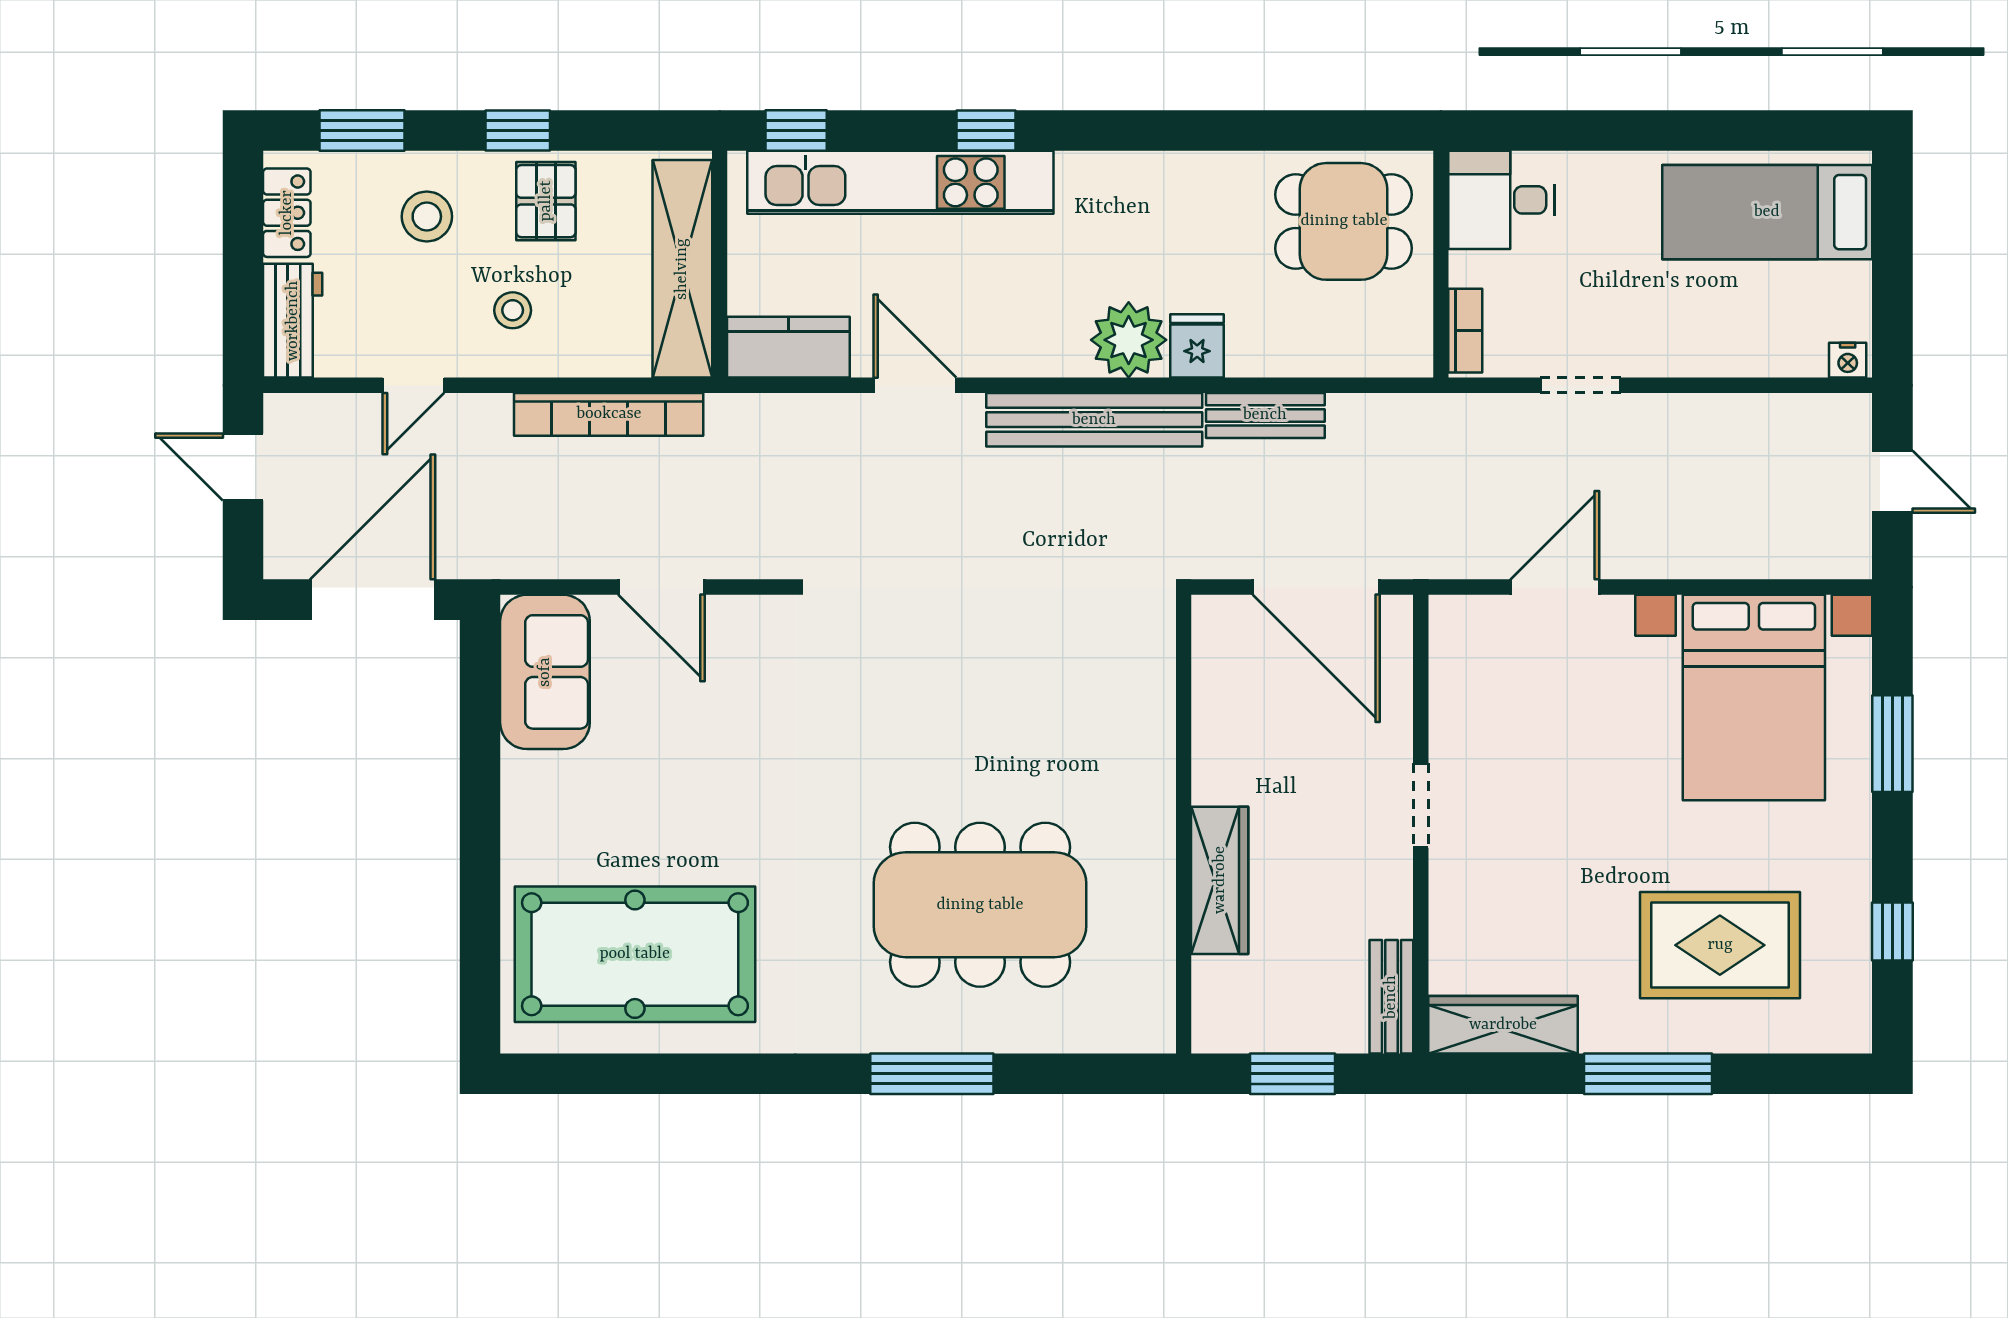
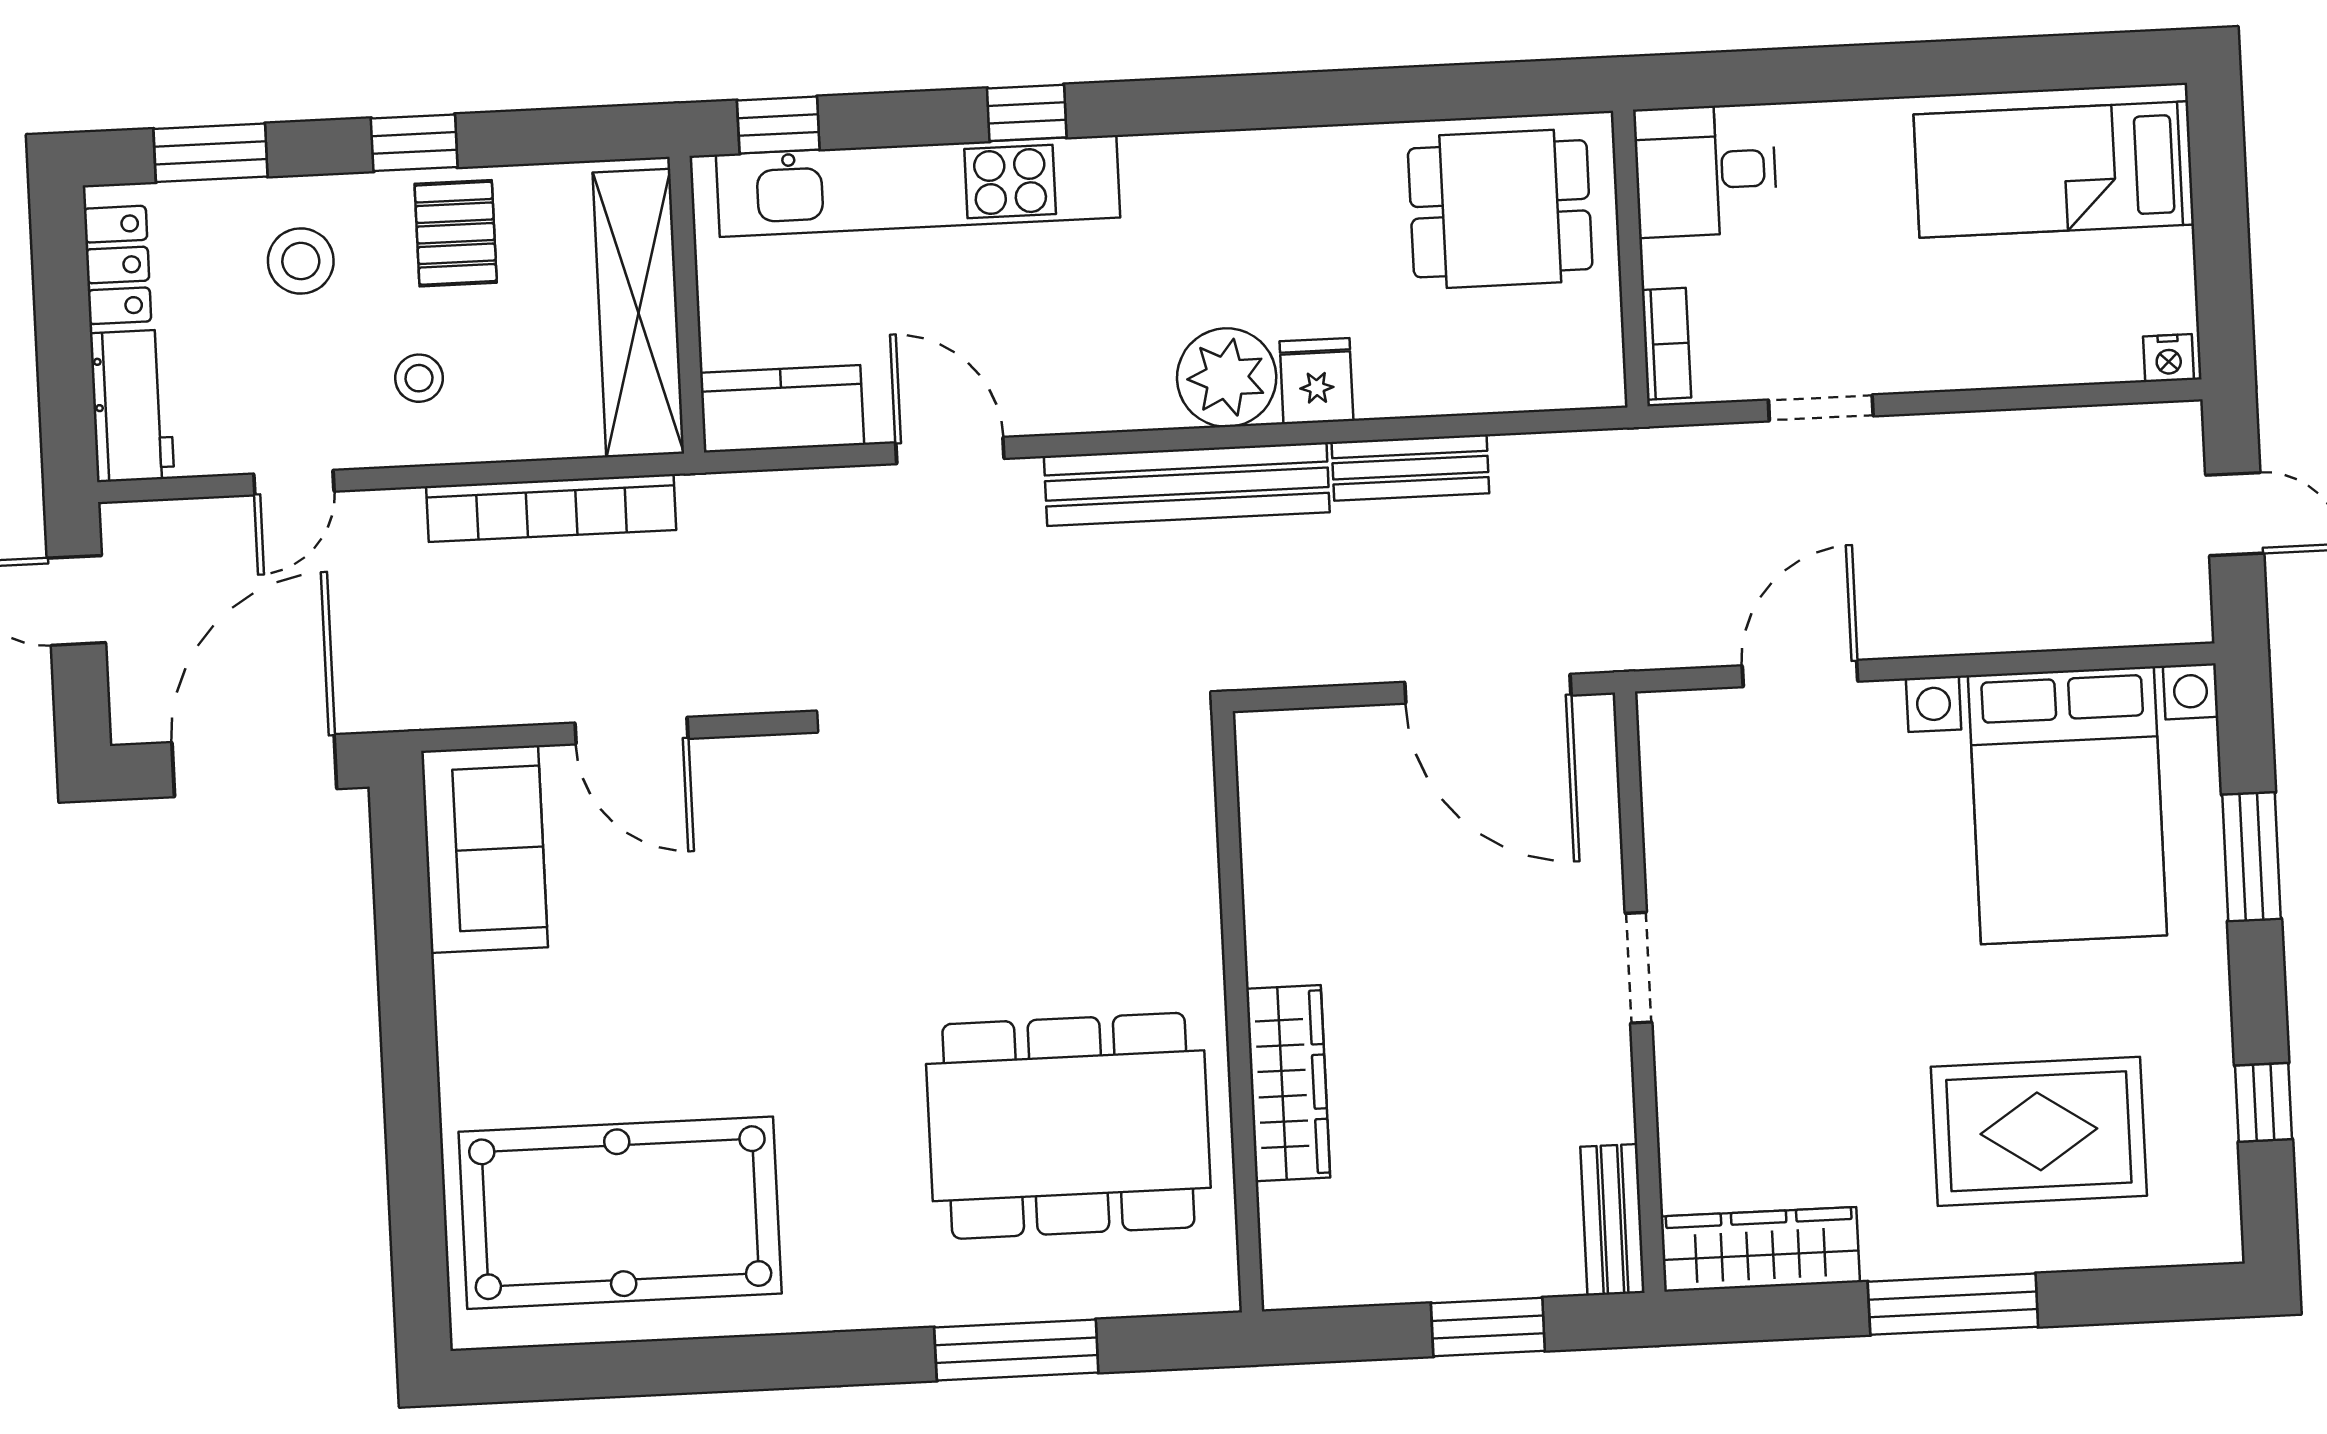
wall: (1184, 824) -> (1237, 1012), moved
wardrobe: (1220, 880) -> (1288, 1083), moved

